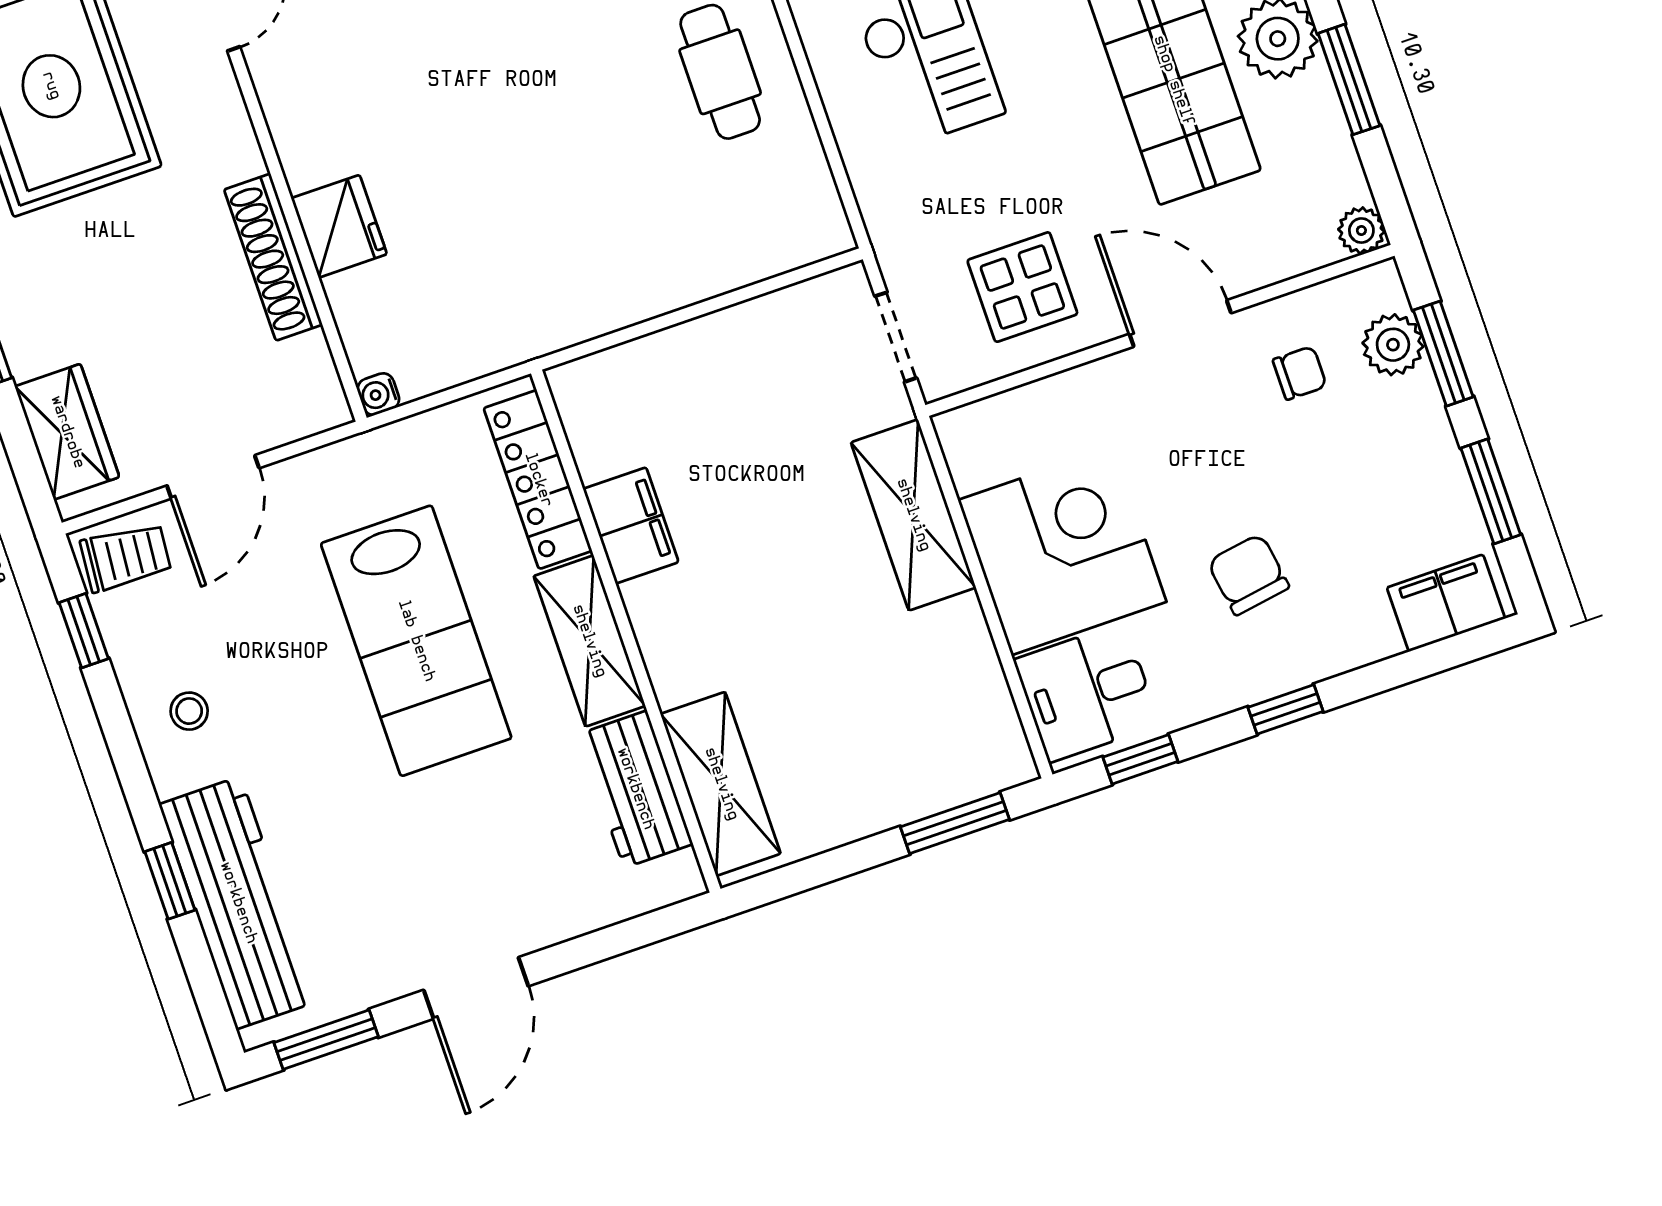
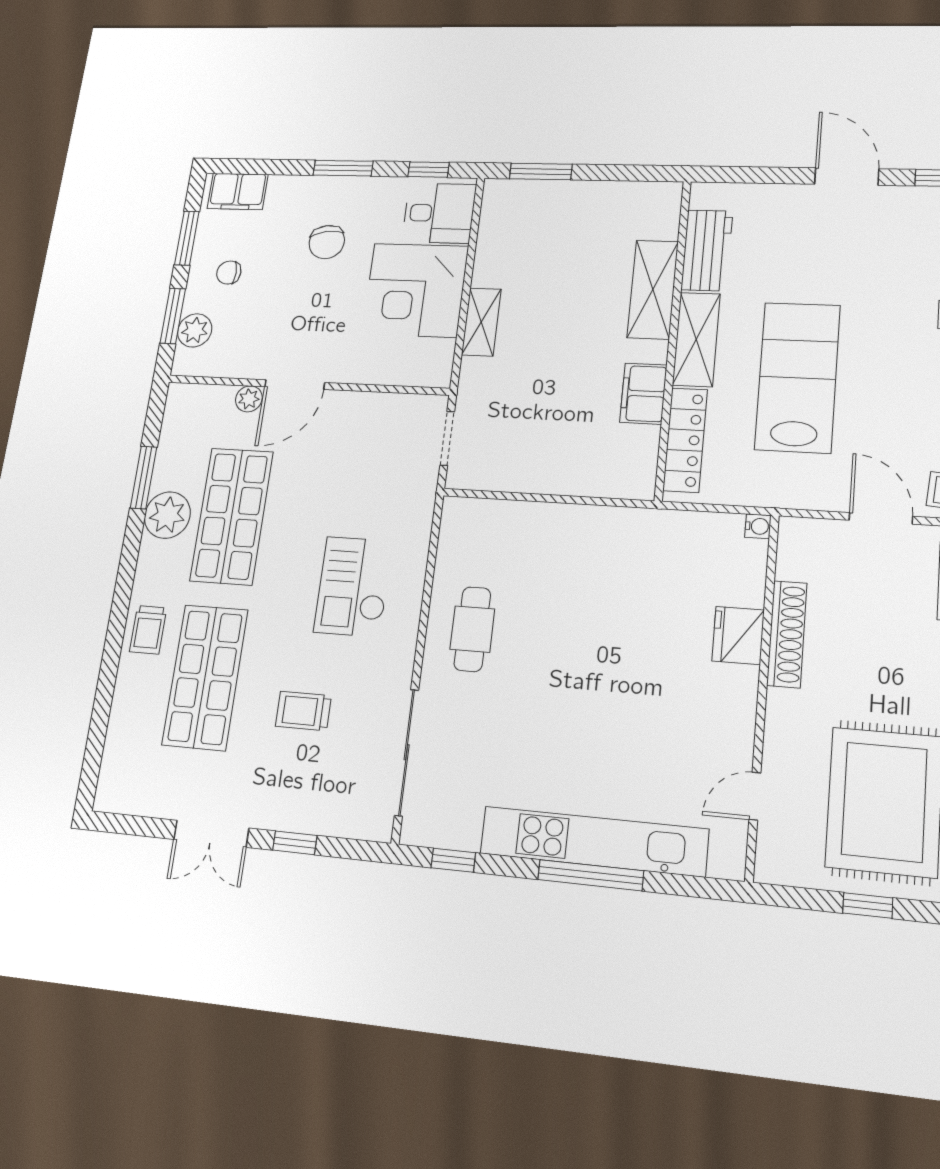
plant: (1361, 231) -> (249, 399), moved
display table: (1022, 287) -> (366, 438), removed
door: (1180, 323) -> (295, 385), hinge flipped
chair: (1300, 373) -> (229, 273), moved
door: (213, 477) -> (881, 518), hinge flipped
shelving: (913, 515) -> (481, 322), width x0.67, depth x0.75
window: (1285, 709) -> (343, 168), width x1.50
shelving: (721, 784) -> (653, 289), moved
door: (476, 988) -> (847, 177), hinge flipped

